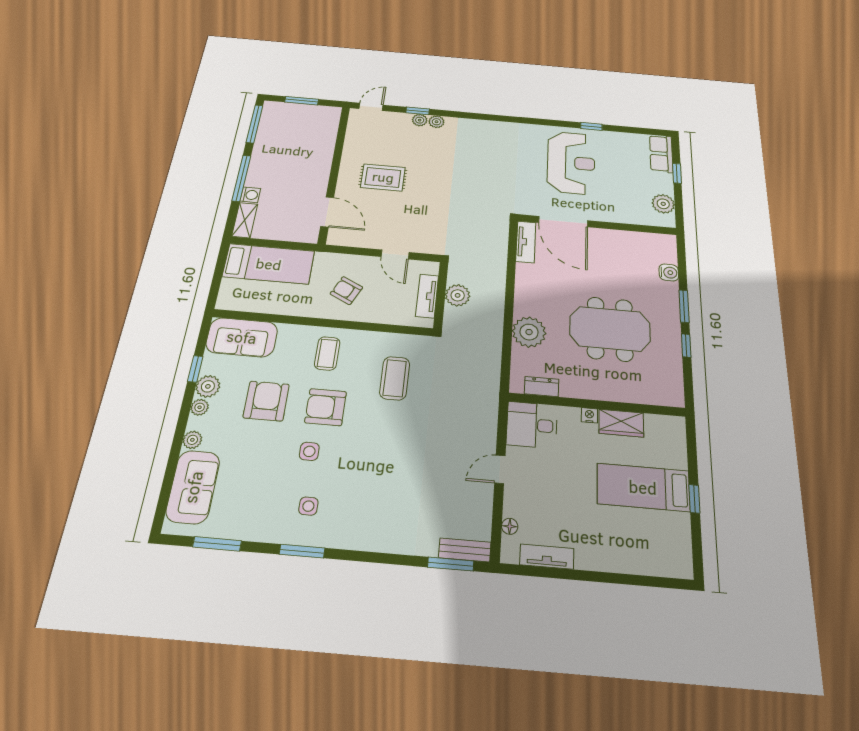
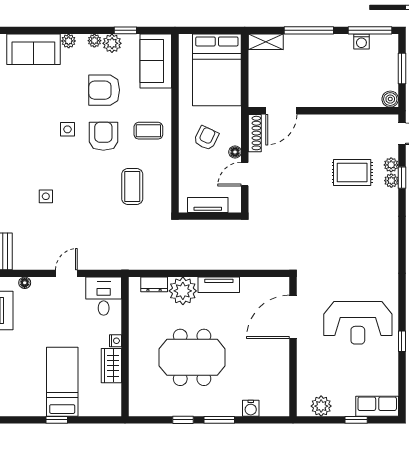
boiler: (332, 113) -> (390, 99), added
plant: (436, 122) -> (391, 165), moved
rug: (383, 177) -> (352, 172), moved, turned 90
washing machine: (250, 195) -> (361, 42), moved
shoe rack: (349, 240) -> (255, 133), added
tv unit: (526, 242) -> (219, 285), moved
floor lamp: (368, 262) -> (235, 152), added
bed: (269, 264) -> (217, 70), width x1.50
plant: (458, 295) -> (211, 230), removed
meeting table: (610, 329) -> (192, 357), turned 90
coffee table: (395, 378) -> (132, 186), turned 90
dresser: (542, 387) -> (154, 284), moved, turned 90
armchair: (266, 401) -> (104, 90), turned 180
door: (500, 469) -> (66, 273), hinge flipped
side table: (308, 506) -> (46, 196), moved

